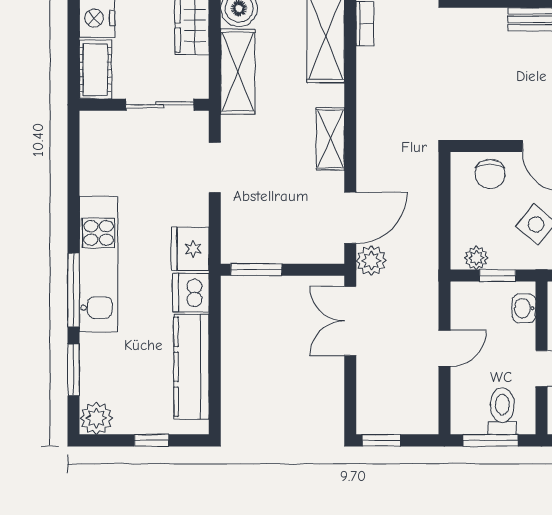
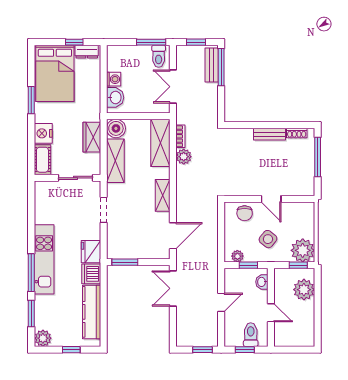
plant: (371, 261) -> (184, 157), moved
window: (381, 440) -> (202, 350), moved
window: (491, 440) -> (245, 350), width x0.67

